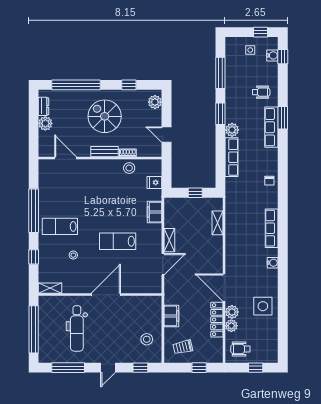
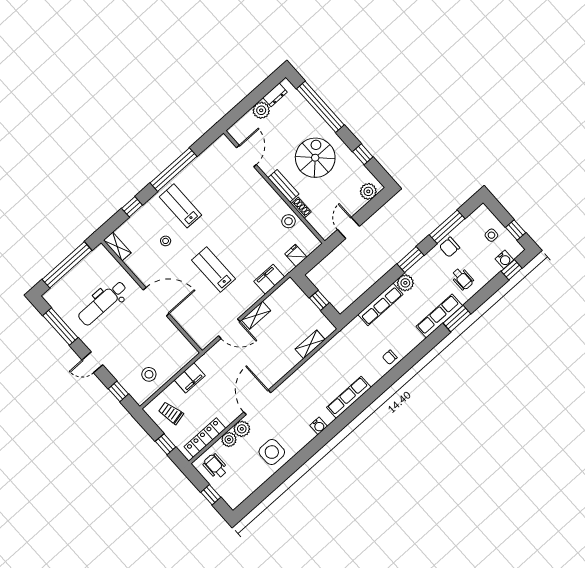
chair: (234, 83) -> (450, 247), added
locker: (217, 320) -> (205, 438), moved

